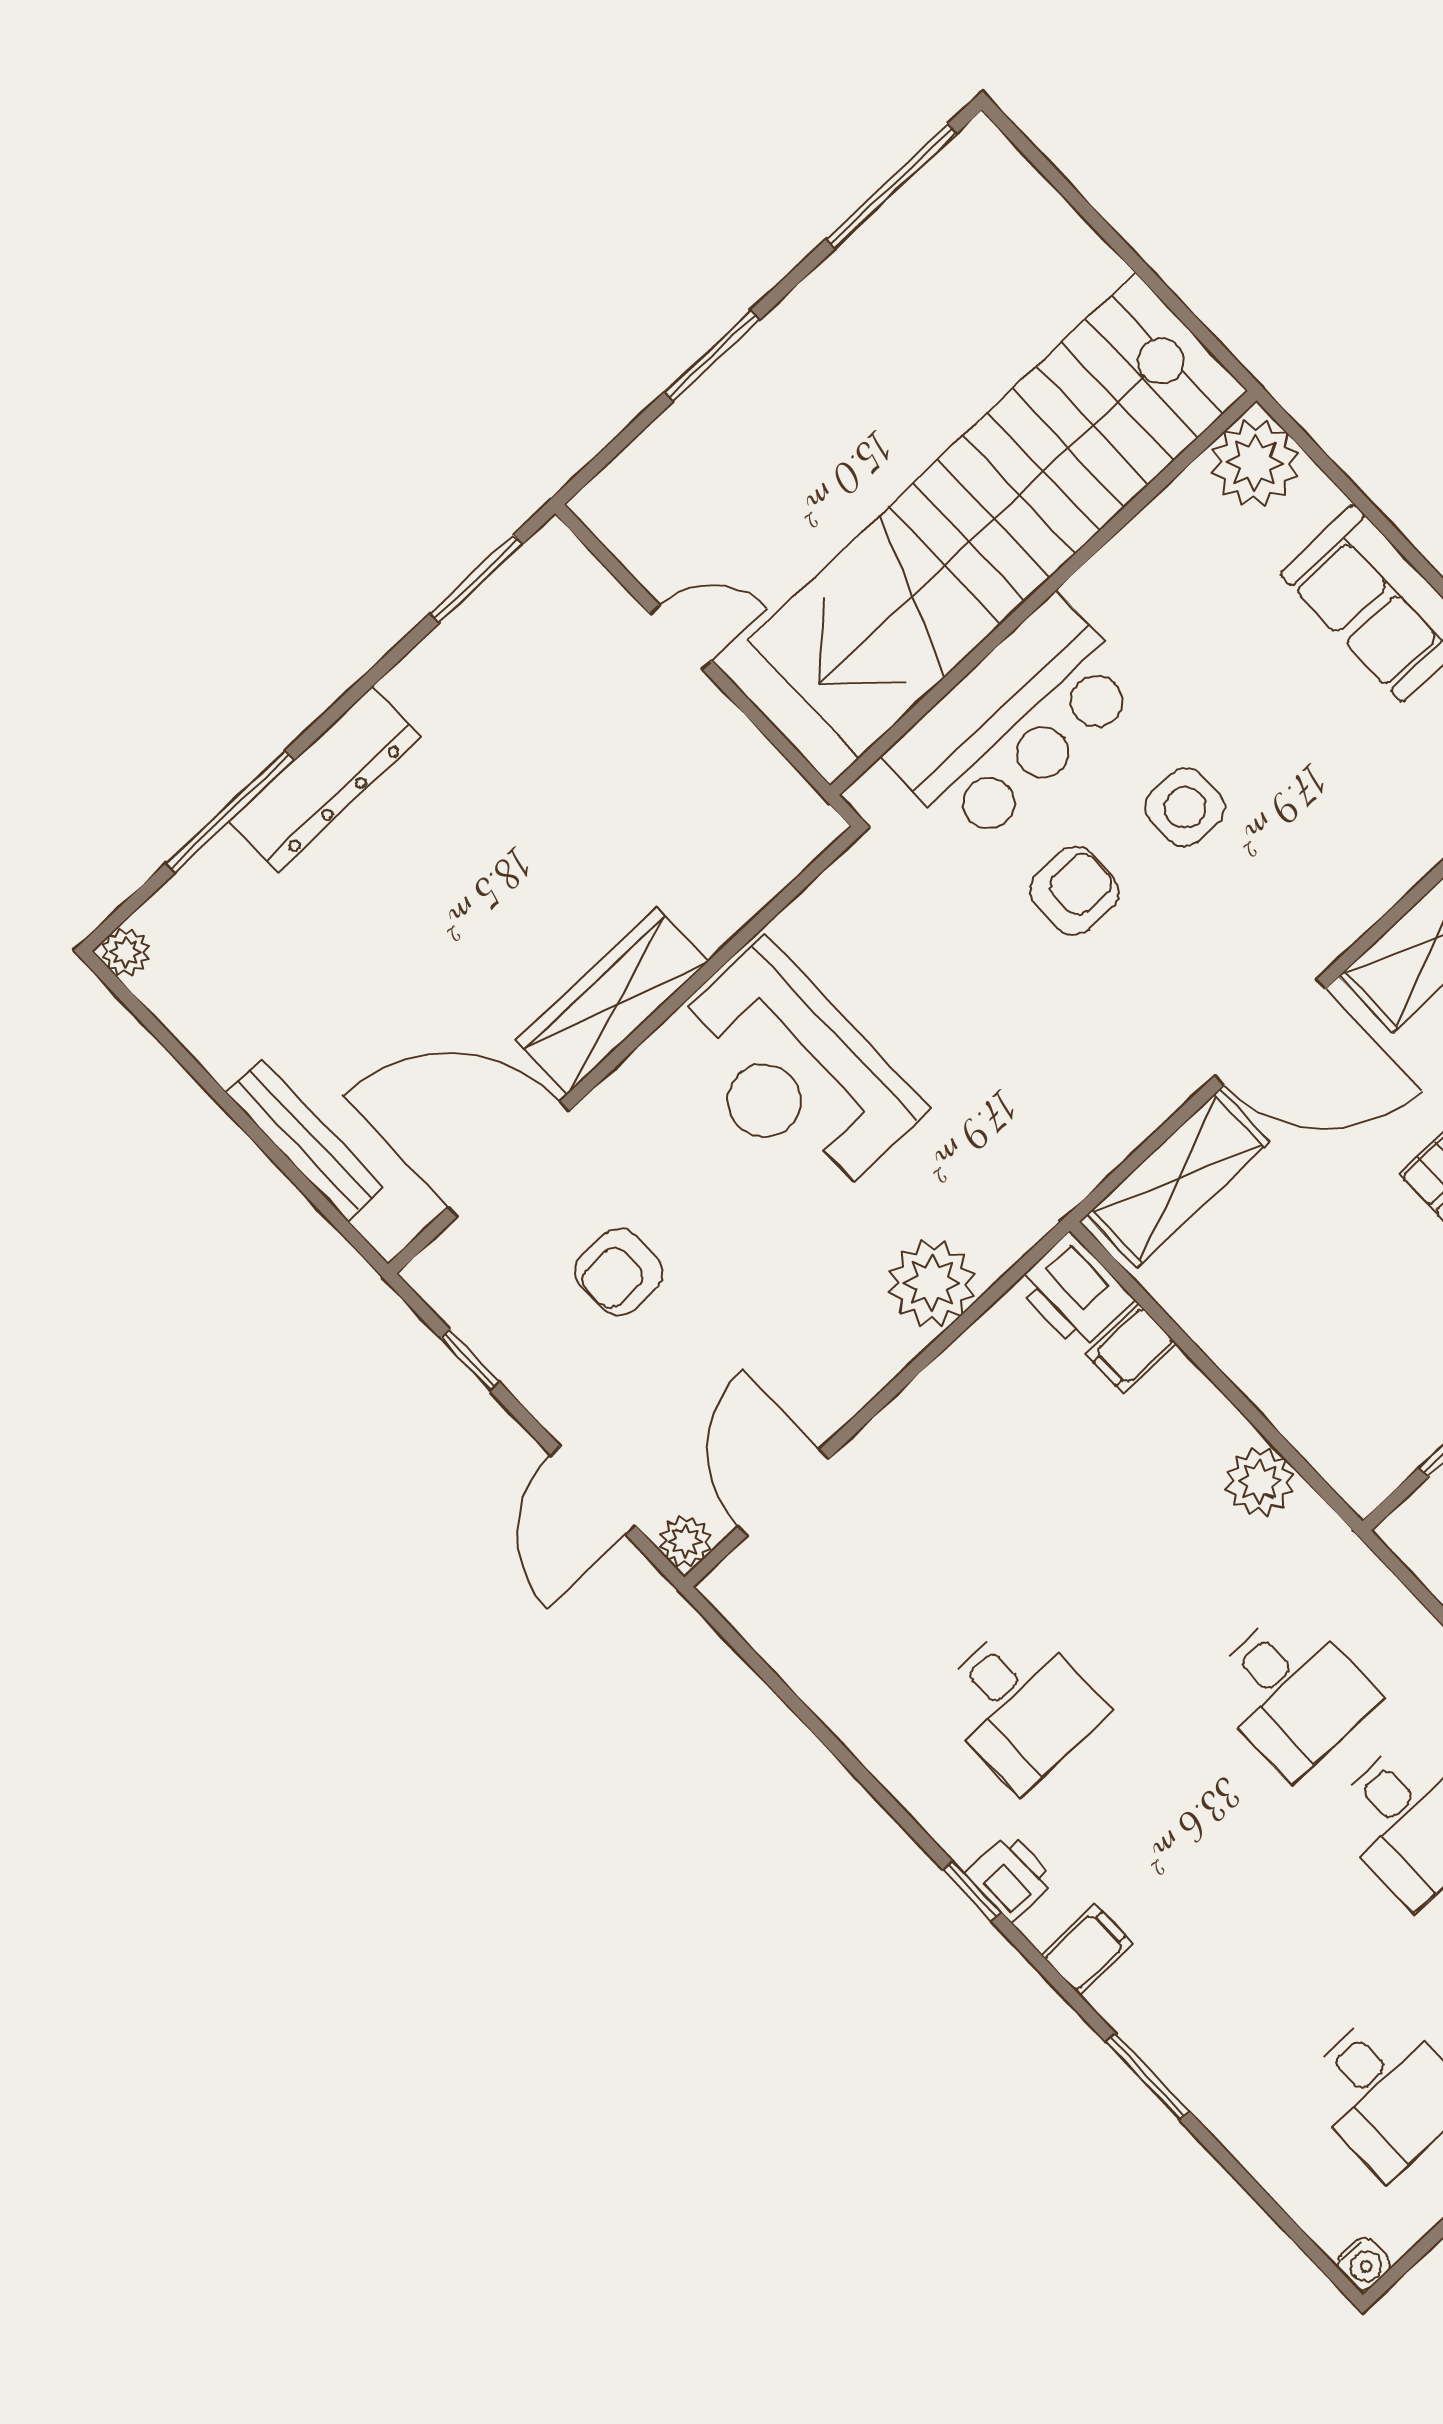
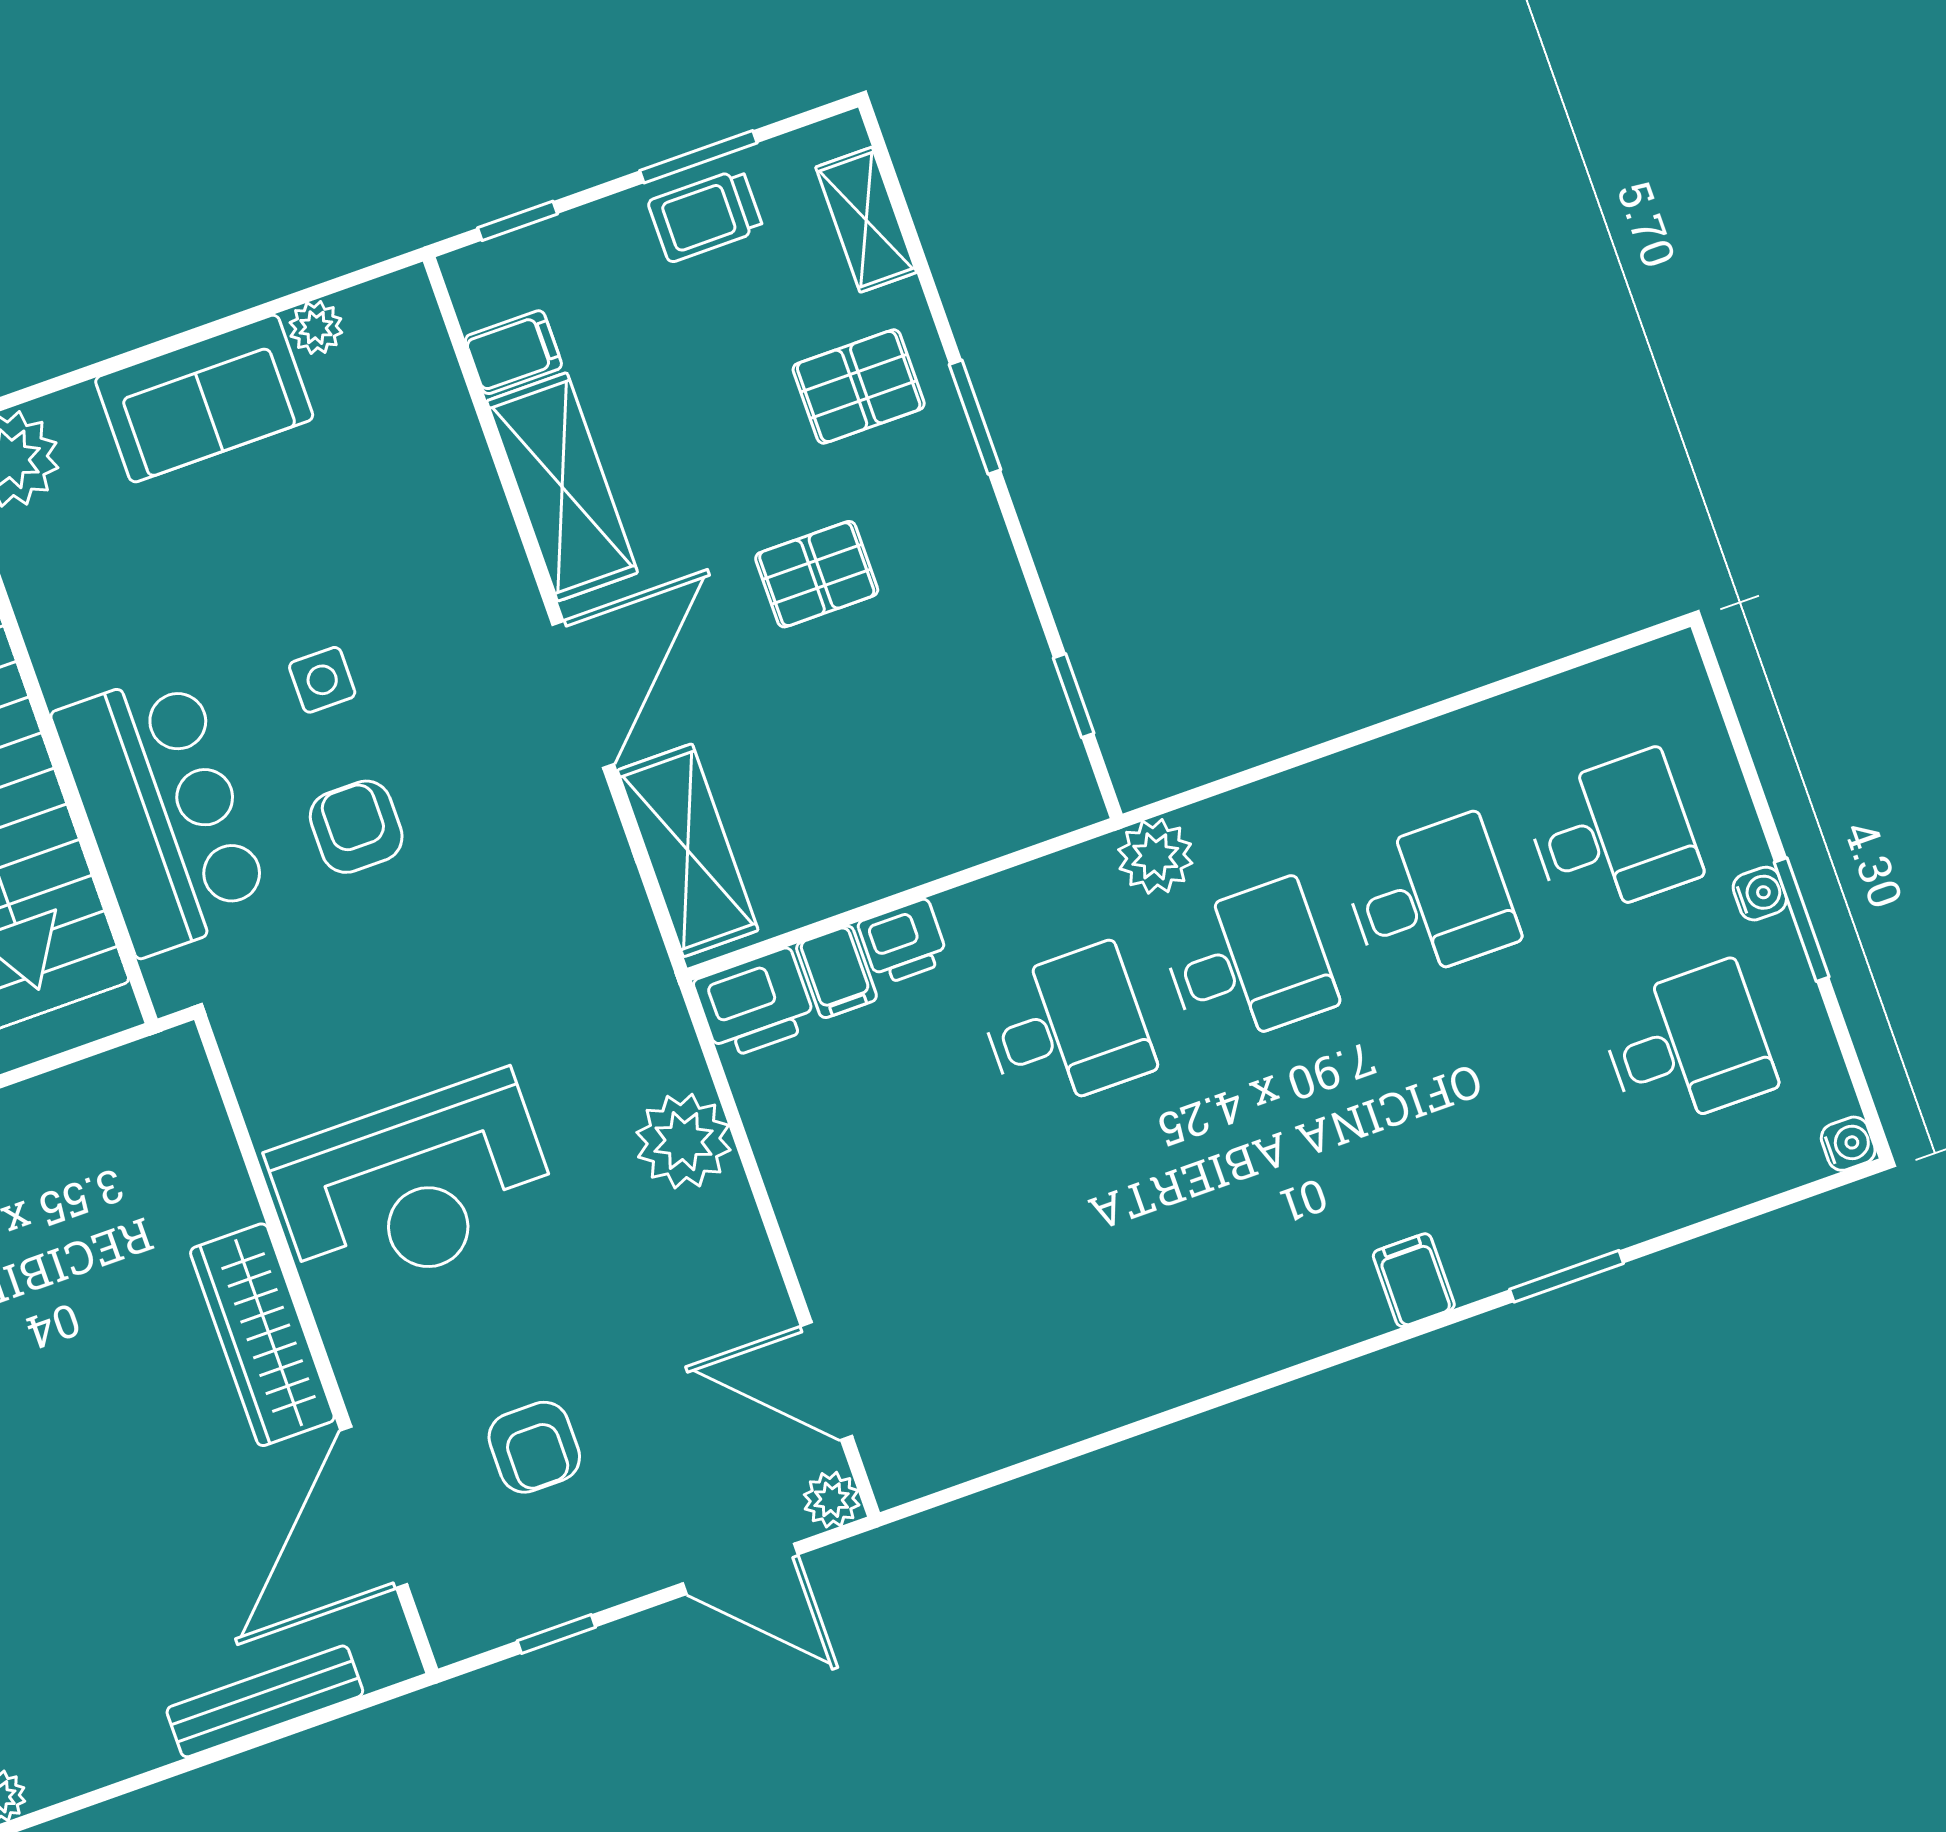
side table: (1185, 807) -> (322, 680), width x0.73, depth x0.73
plant: (1260, 1482) -> (1155, 856), moved
desk: (1019, 1704) -> (1066, 1028), moved
printer: (1010, 1877) -> (903, 942), moved, turned 180
window: (972, 1891) -> (1305, 1369), removed

